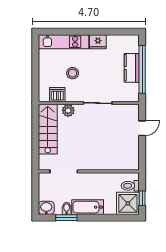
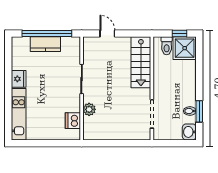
stool: (73, 73) -> (51, 105), removed
stairs: (48, 129) -> (141, 62), moved, turned -90
bathtub: (88, 207) -> (189, 90), removed

